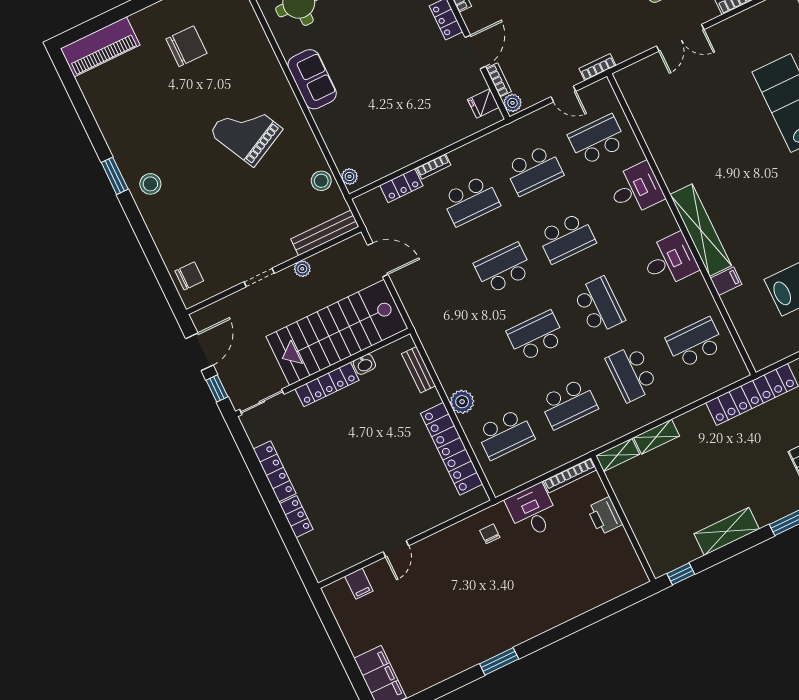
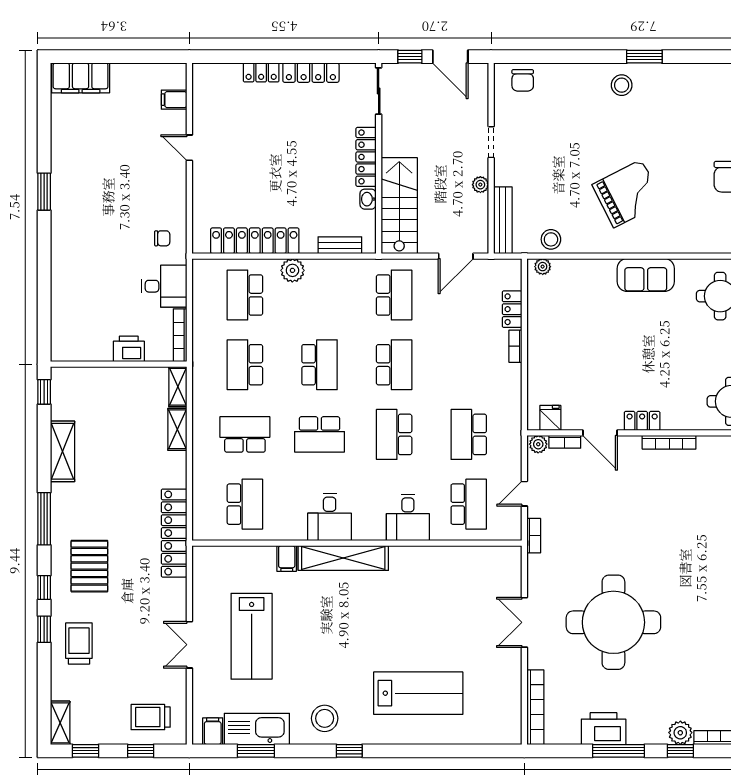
school desk: (471, 201) -> (394, 295), moved, turned 180
stairs: (337, 332) -> (399, 206), width x0.73, depth x0.66

